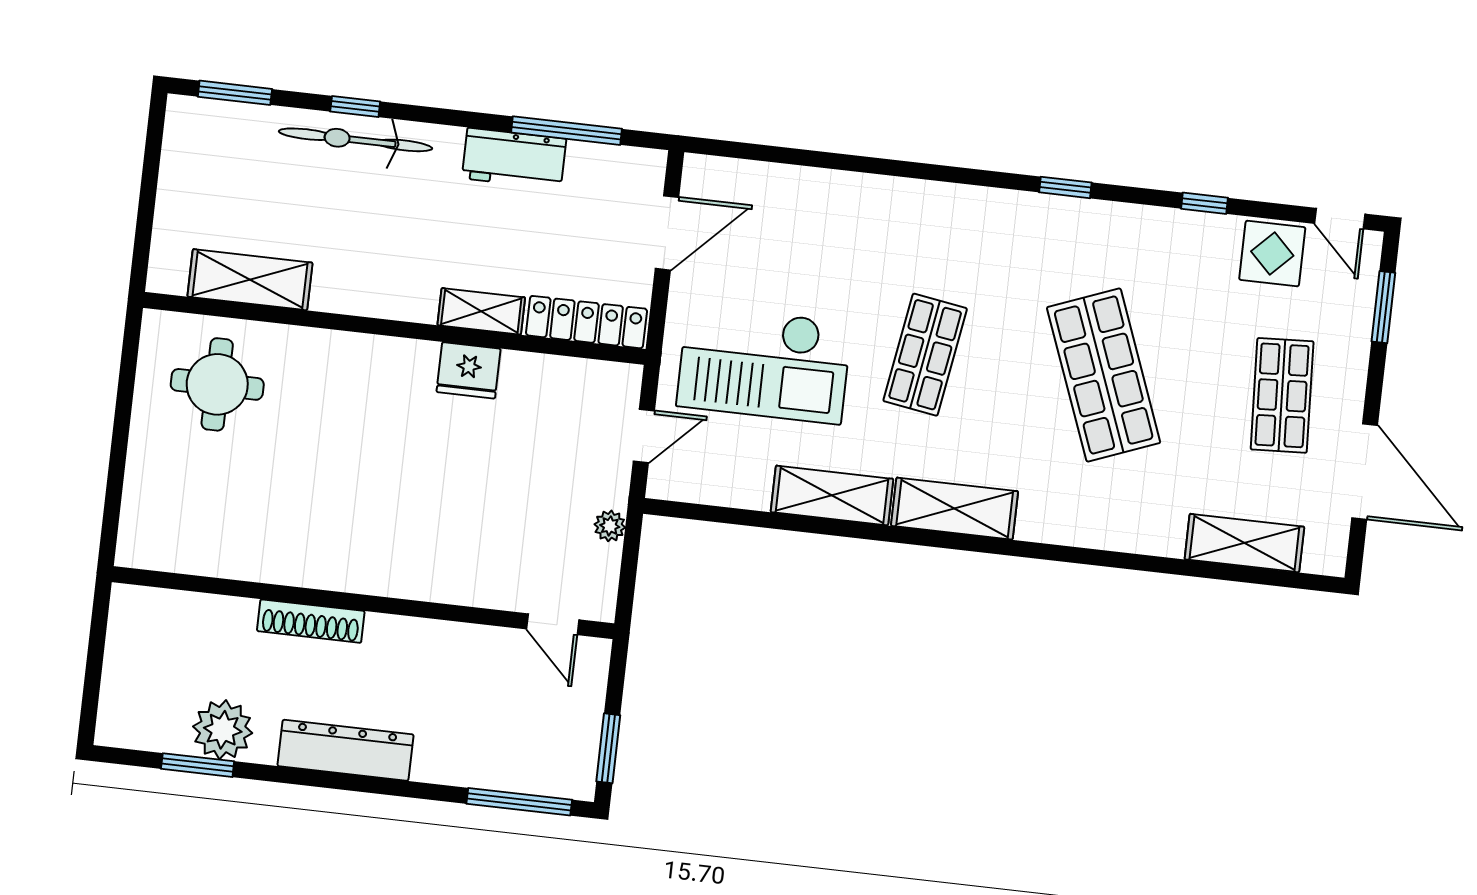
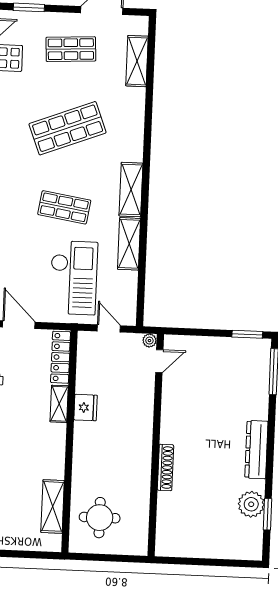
wall: (363, 603) -> (156, 445), moved
shoe rack: (311, 621) -> (165, 467), moved
door: (553, 624) -> (159, 361), moved

